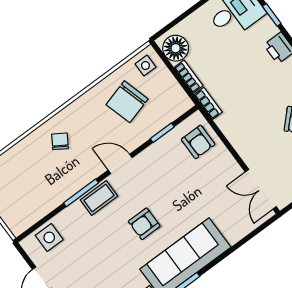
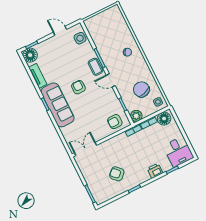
plant: (180, 103) -> (136, 116), added
door: (120, 164) -> (111, 80), swing flipped

